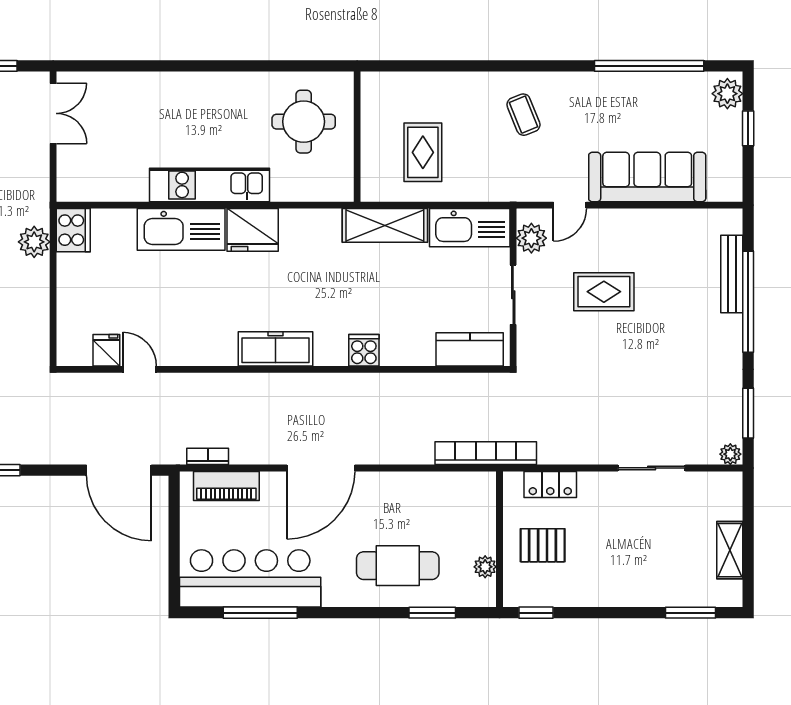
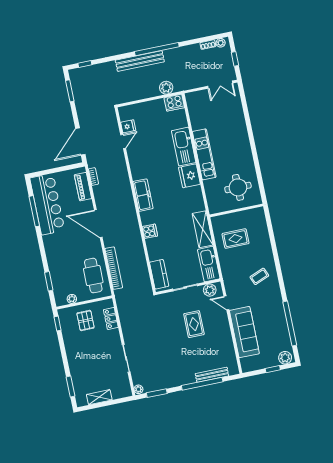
bookcase: (486, 453) -> (114, 268), moved
cafe table: (398, 566) -> (93, 276), moved

